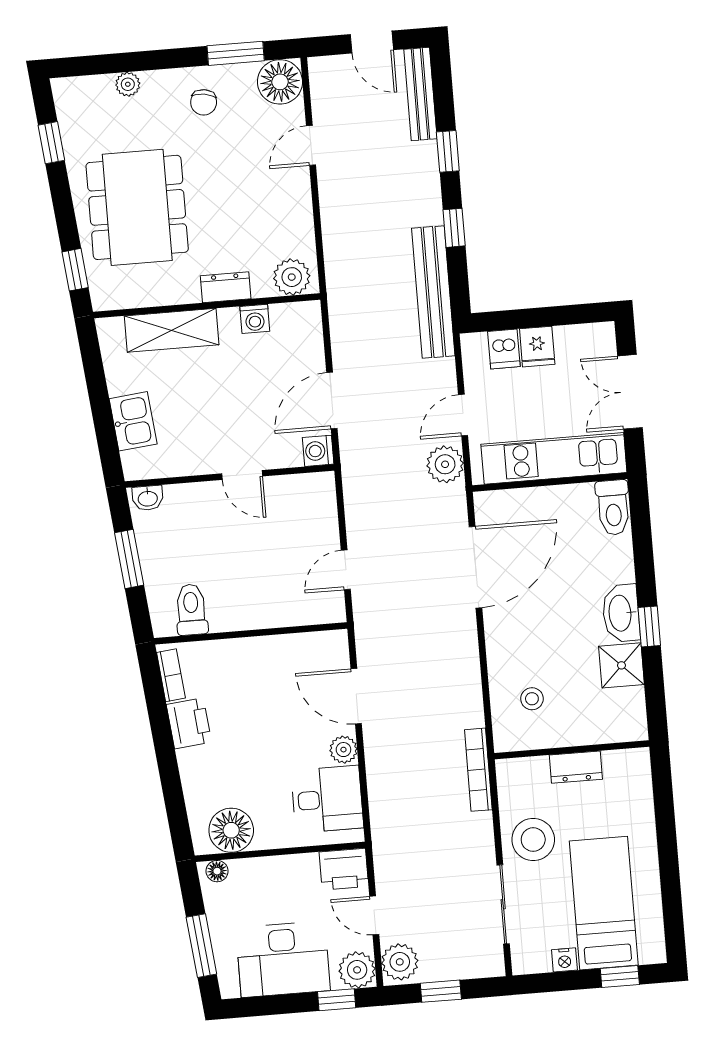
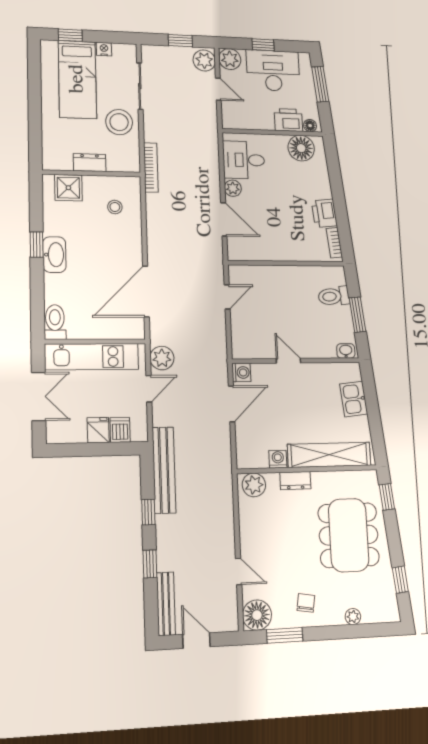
door: (311, 145) -> (239, 571), hinge flipped
shelving: (172, 330) -> (329, 455), width x1.47
toilet: (191, 610) -> (334, 296), moved, turned 84
shower: (621, 665) -> (68, 188), moved
printer: (344, 869) -> (288, 120), moved
window: (337, 1000) -> (263, 45), moved

